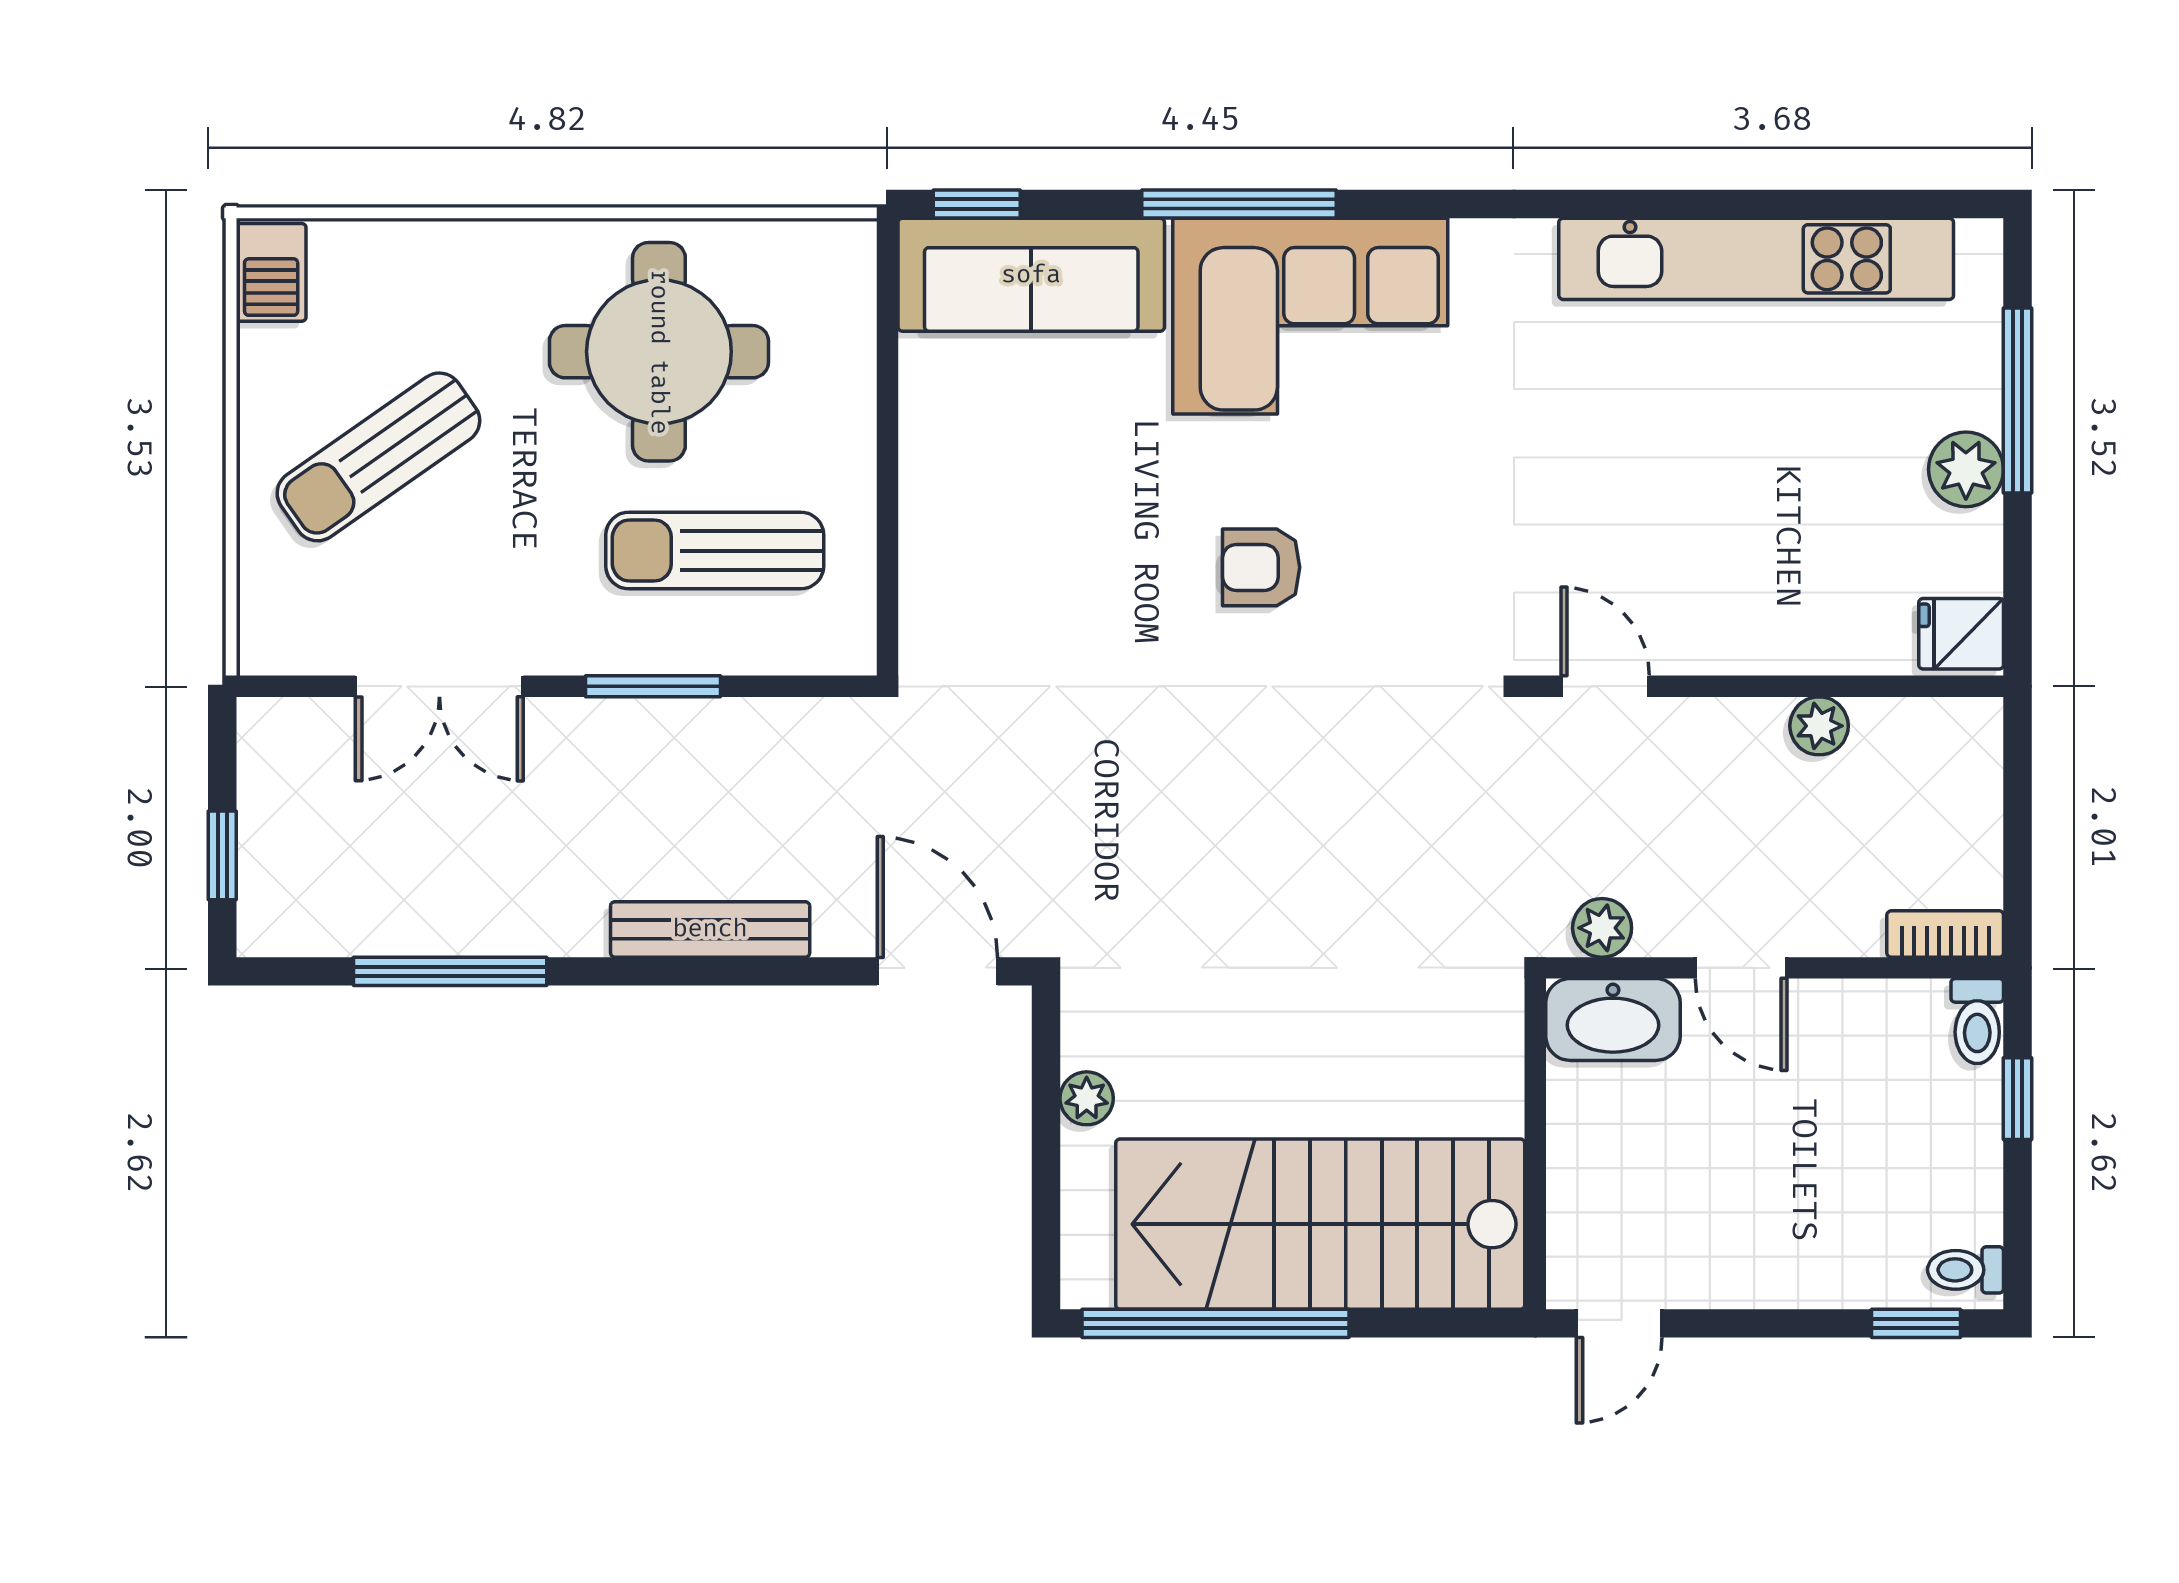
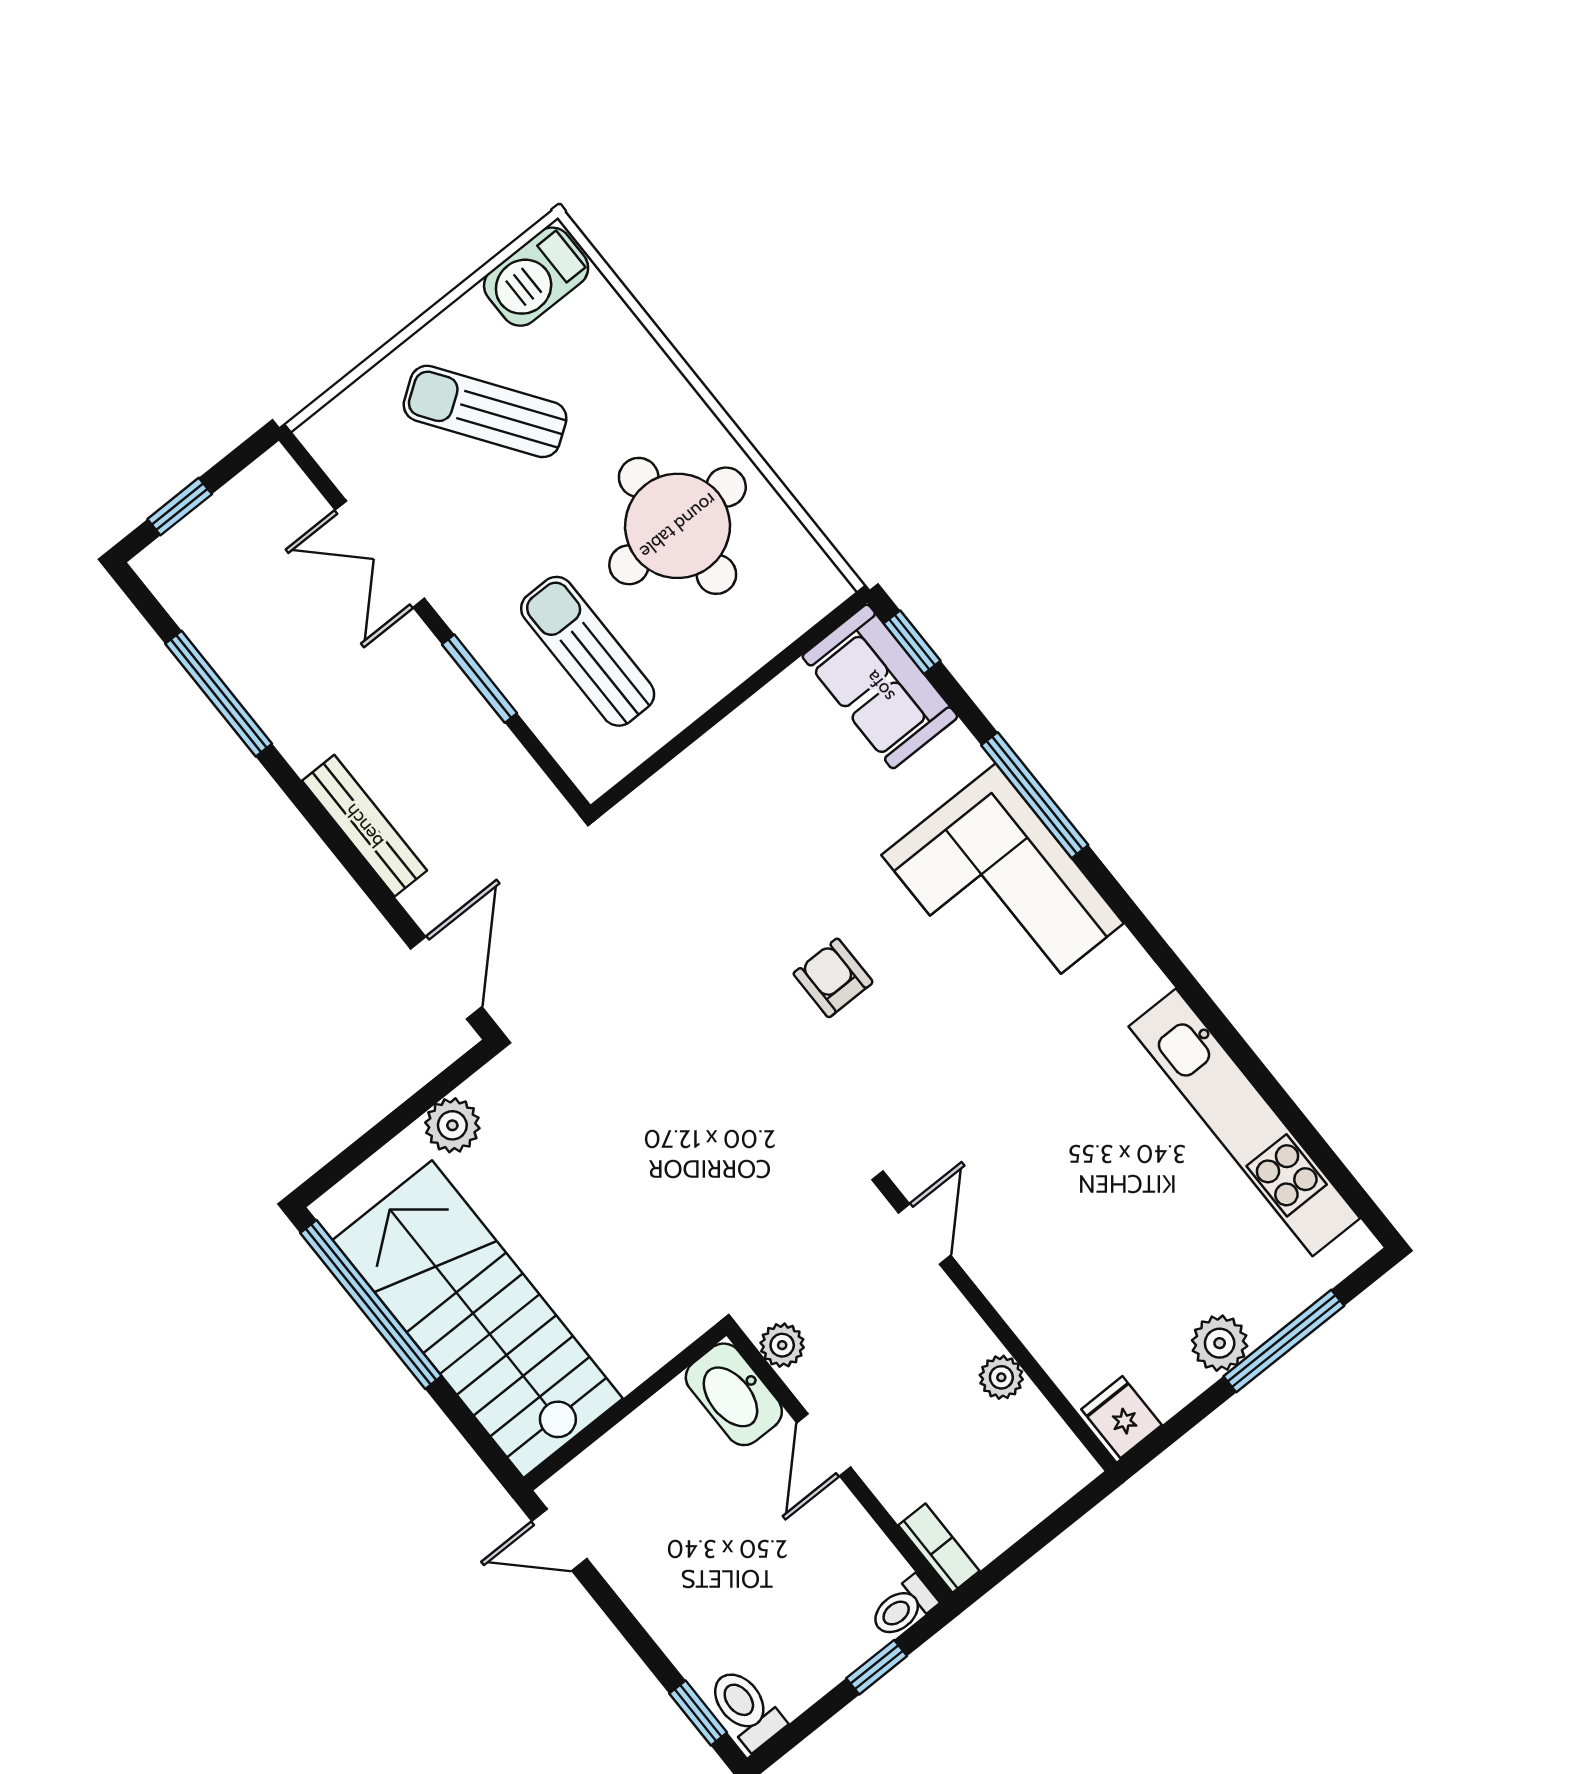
barbecue: (271, 272) -> (536, 277), width x1.38, depth x1.27
sofa: (1031, 275) -> (880, 686), width x0.73
plant: (1087, 1098) -> (452, 1125), width x1.38, depth x1.38
toilet: (1966, 1270) -> (746, 1708), width x1.37, depth x1.39

